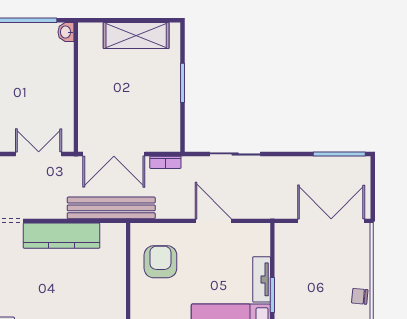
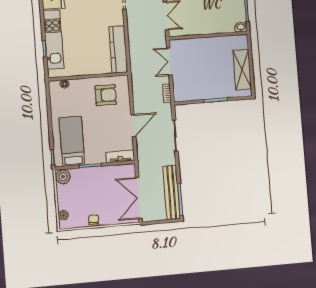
double door: (114, 154) -> (169, 62), width x0.73
bench: (111, 208) -> (172, 192), moved
double door: (331, 221) -> (139, 198), swing flipped
kitchen counter: (62, 236) -> (118, 50), moved
tv unit: (262, 279) -> (120, 156), moved

